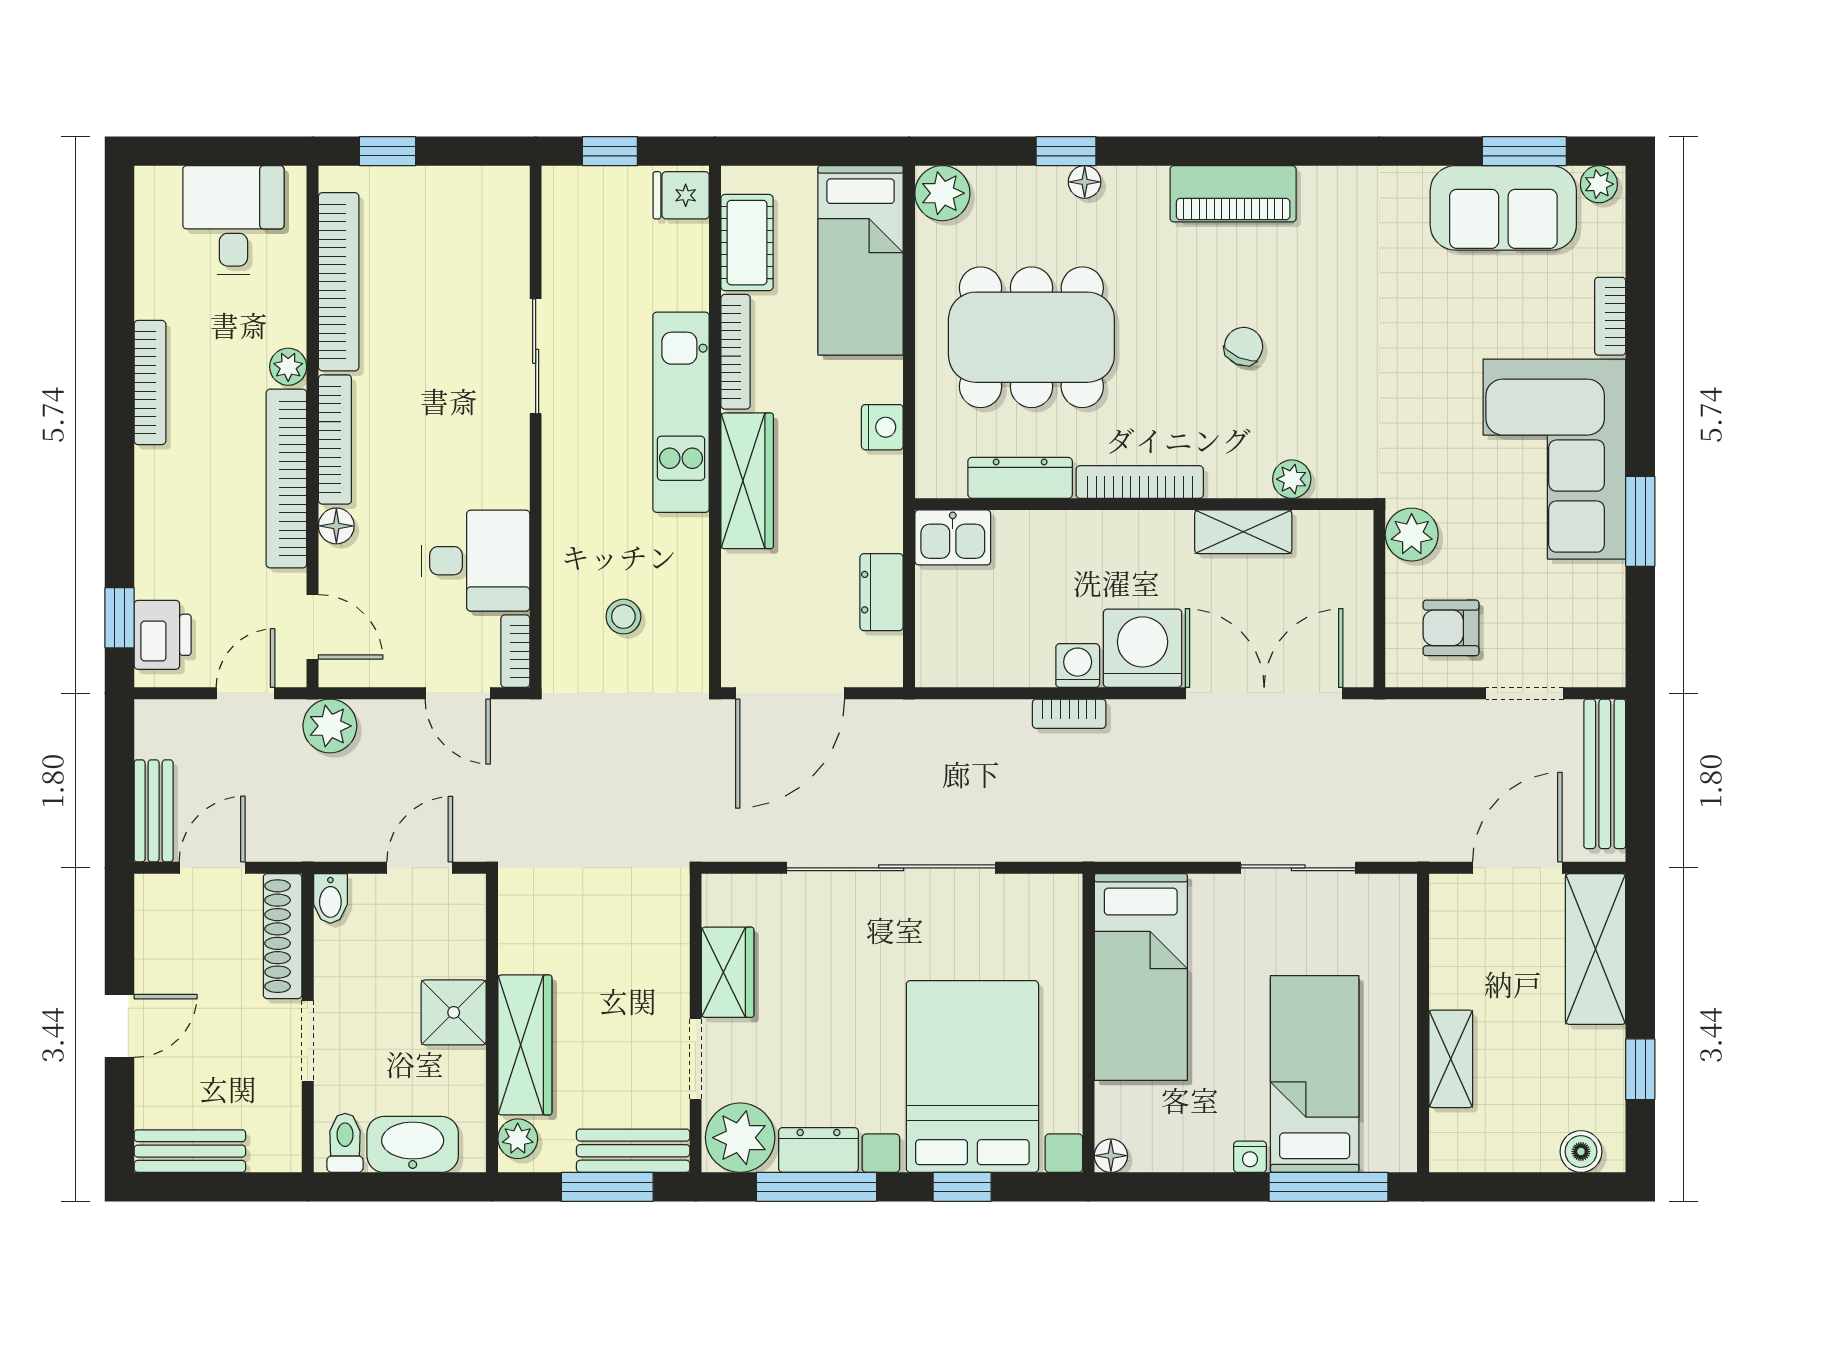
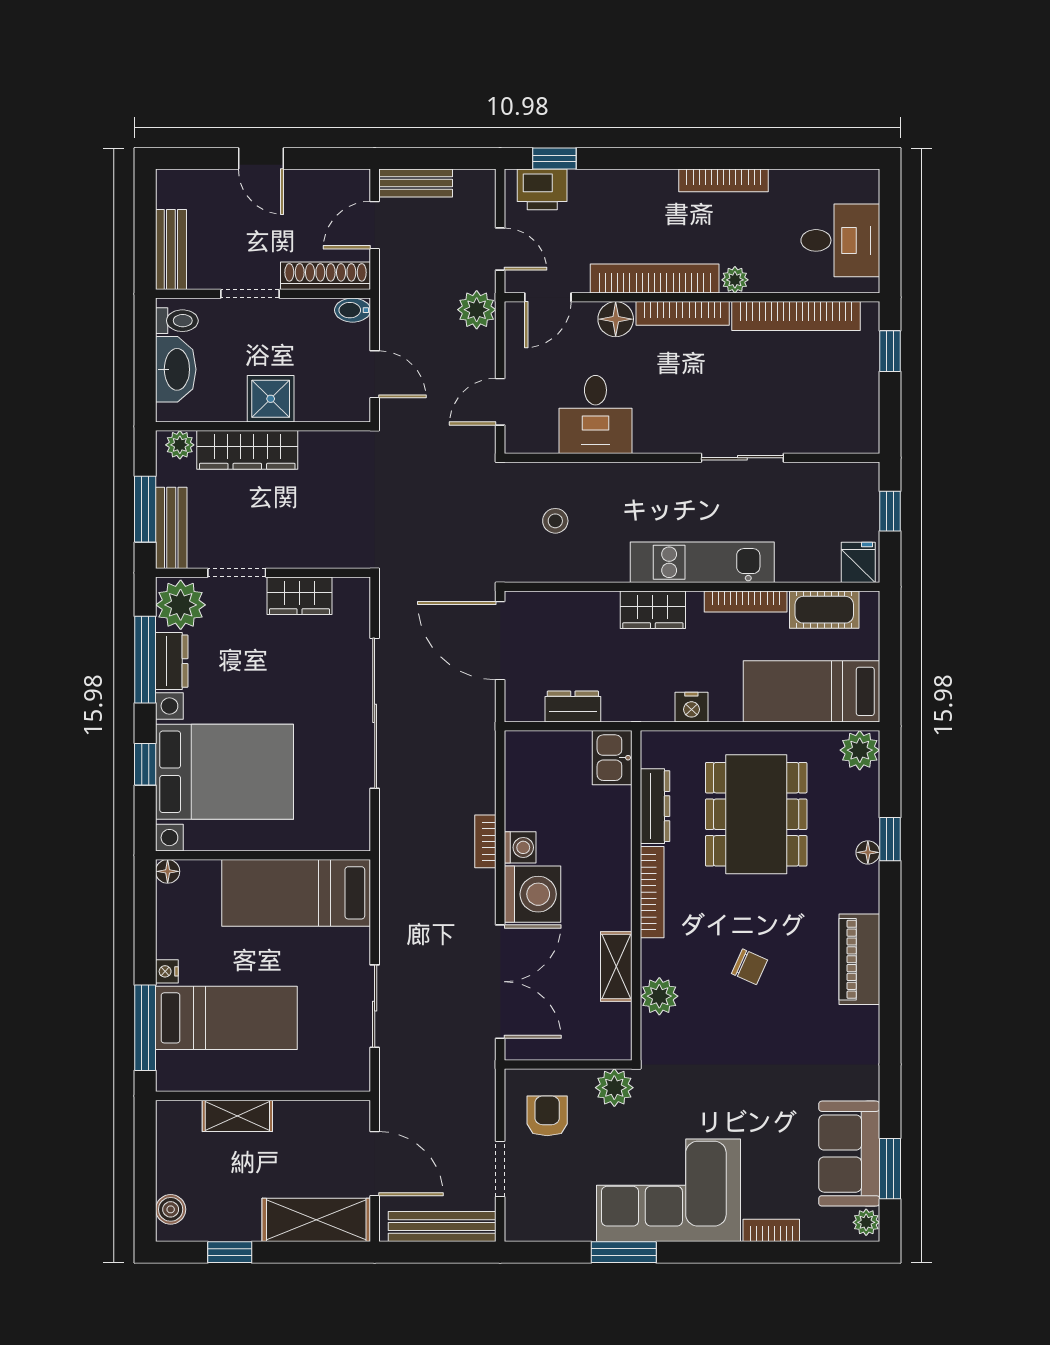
plant: (1292, 479) -> (659, 996), width x1.38, depth x1.38
wardrobe: (747, 481) -> (653, 610), width x0.67
floor lamp: (336, 526) -> (616, 319), width x1.37, depth x1.37
bookcase: (515, 651) -> (530, 443), removed
door: (212, 868) -> (375, 225), swing flipped
bench: (190, 1151) -> (171, 250), moved

